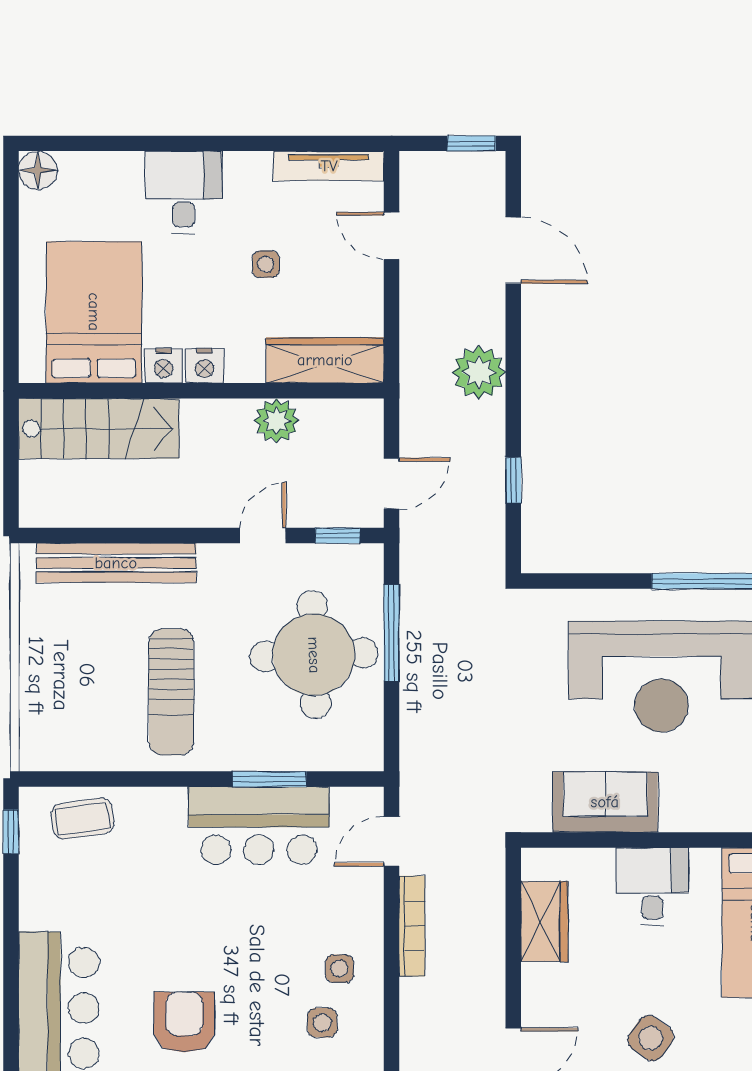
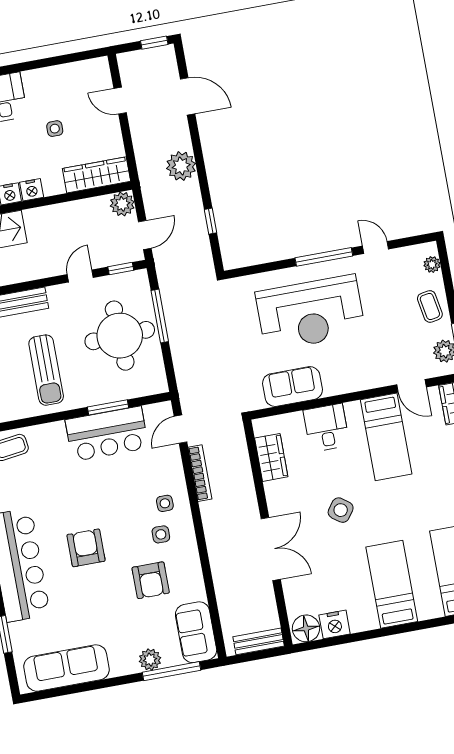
tv unit: (329, 166) -> (79, 69), removed
plant: (277, 421) -> (122, 204), moved

